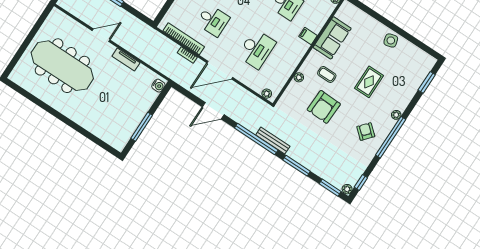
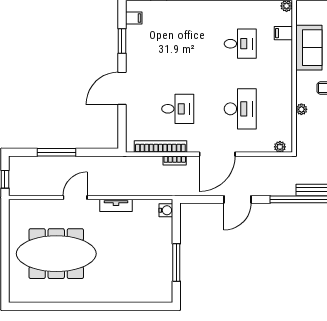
filing cabinet: (308, 36) -> (283, 33), moved

